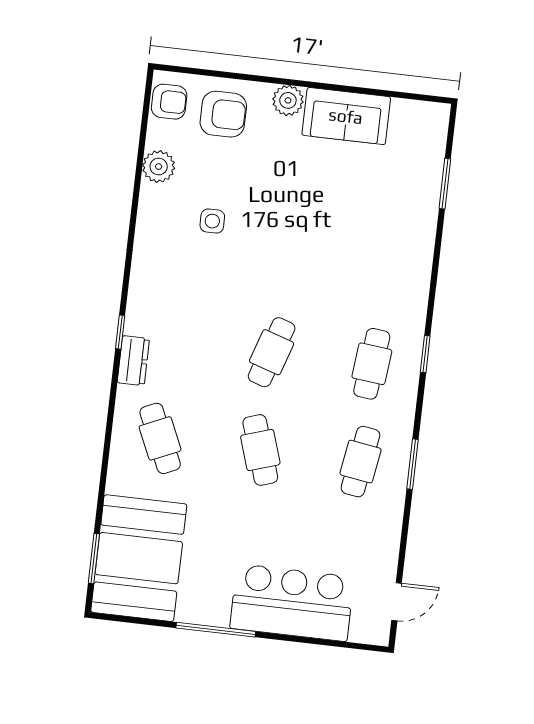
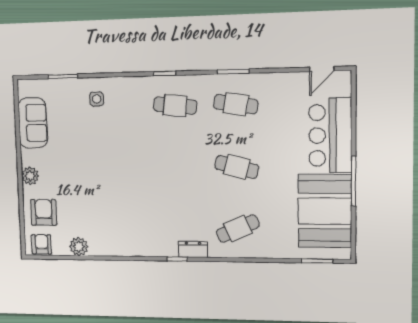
sofa: (346, 116) -> (33, 123), moved
side table: (212, 221) -> (97, 99), moved
cafe table: (272, 352) -> (177, 167), removed
cafe table: (260, 450) -> (237, 167), turned 33
booth: (139, 558) -> (325, 211), moved, turned 90
door: (397, 602) -> (322, 69), swing flipped

